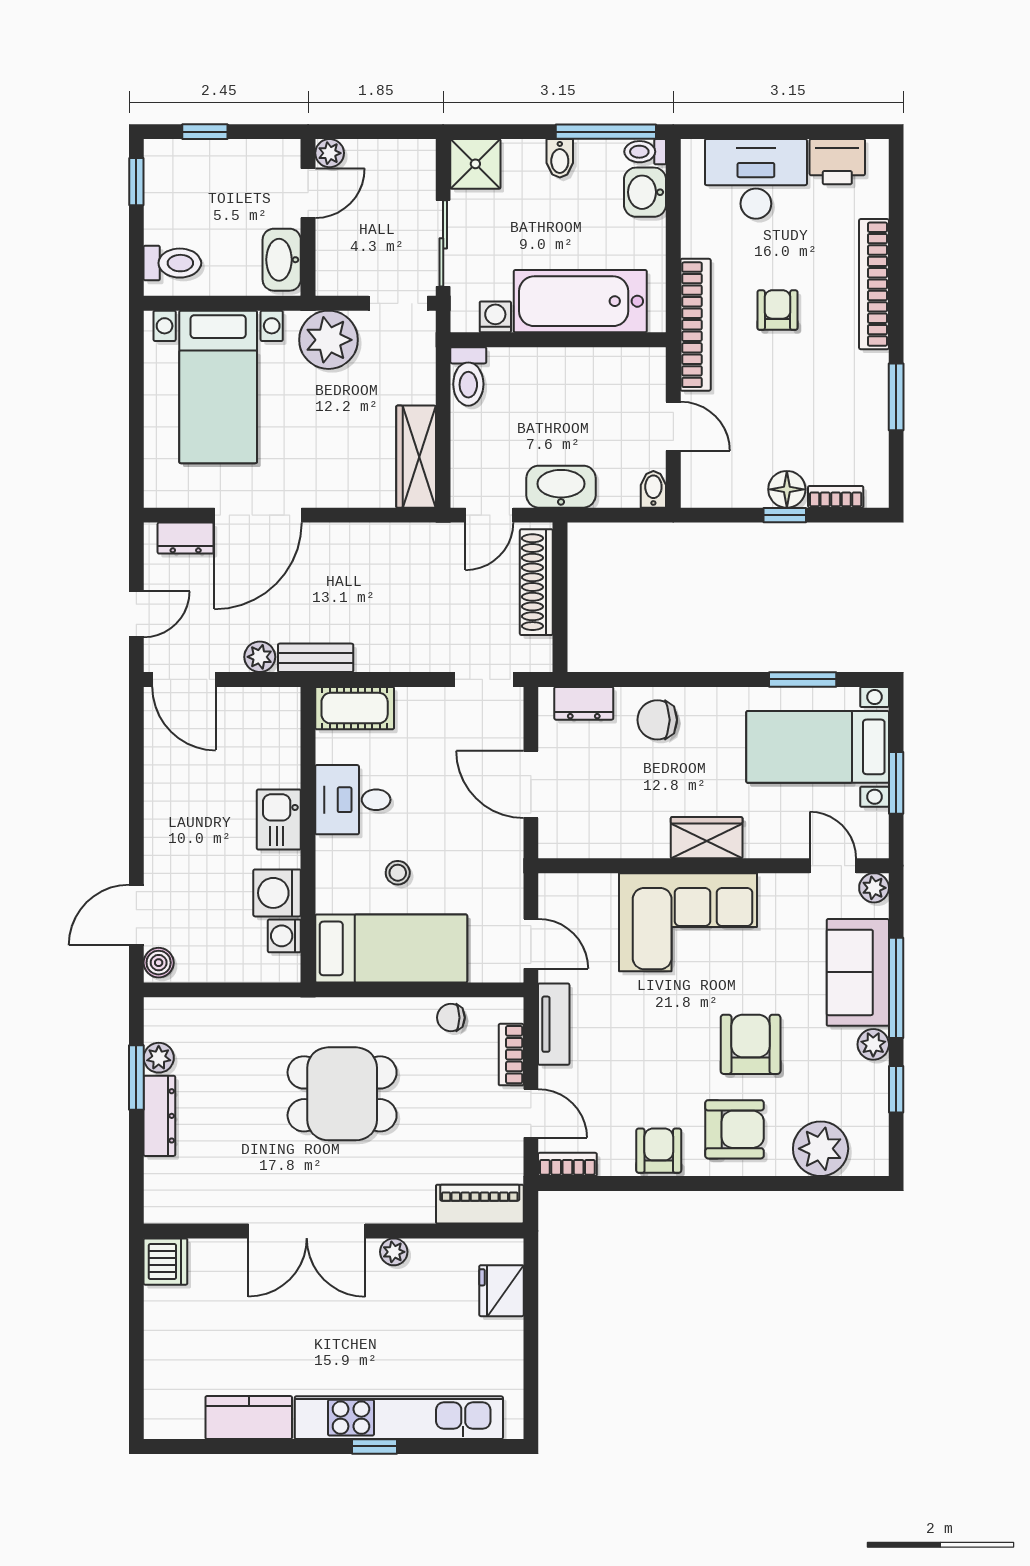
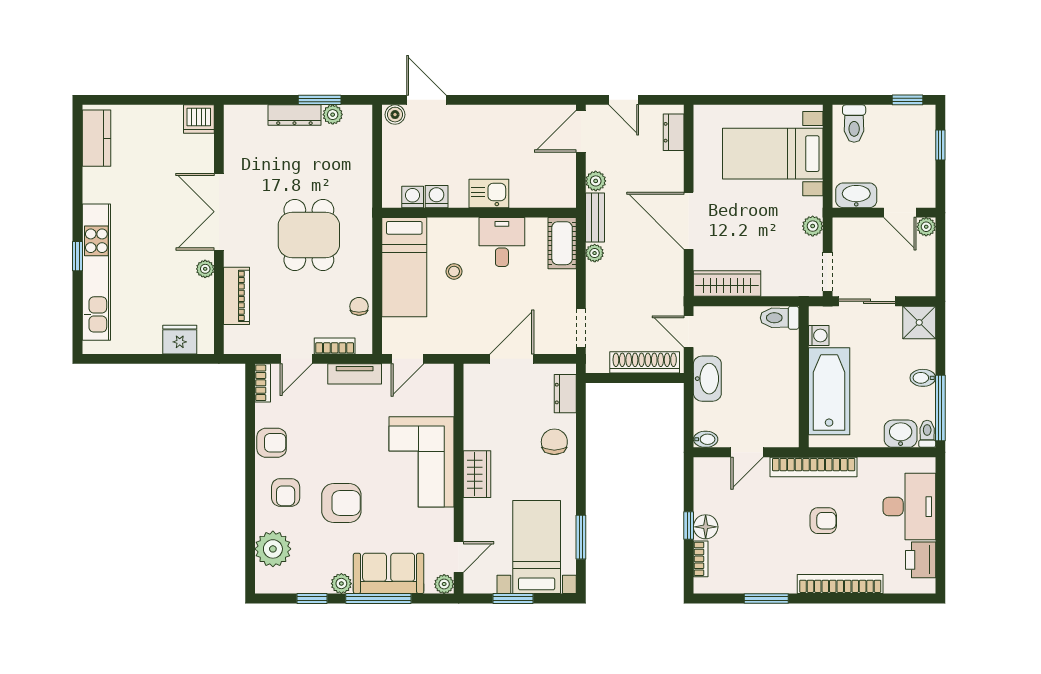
plant: (329, 340) -> (813, 226), width x0.53, depth x0.53
door: (258, 515) -> (689, 221), moved
plant: (370, 659) -> (595, 253), added
washing machine: (277, 893) -> (437, 197), width x0.73, depth x0.73
armchair: (735, 1129) -> (286, 492), width x0.72, depth x0.72
piano: (480, 1204) -> (237, 296), moved
kitchen counter: (249, 1418) -> (96, 138), moved

